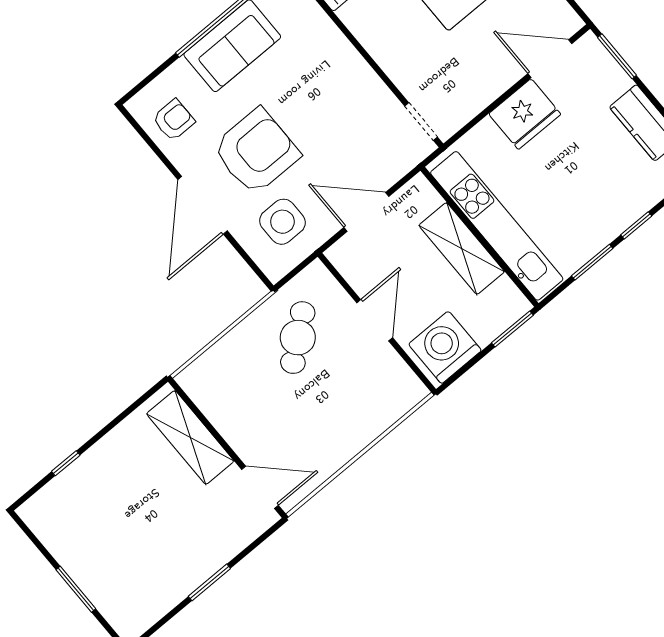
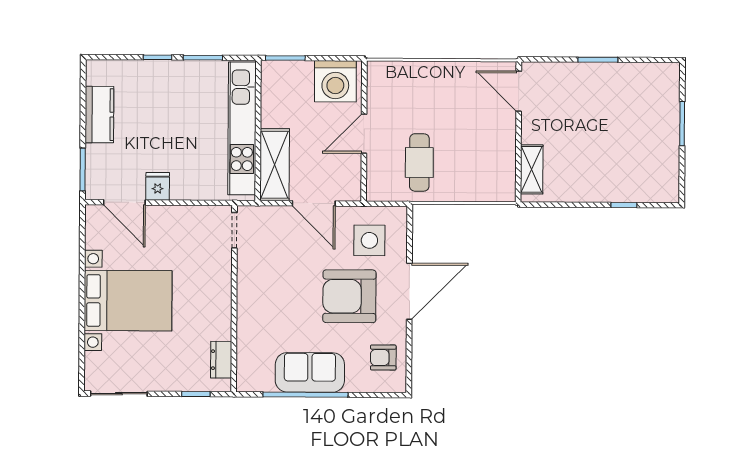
fridge: (525, 114) -> (158, 186), width x0.53, depth x0.75
shelving: (462, 249) -> (275, 165), moved
cafe table: (298, 338) -> (419, 162), turned -51
shelving: (190, 437) -> (532, 169), width x0.67, depth x0.75

